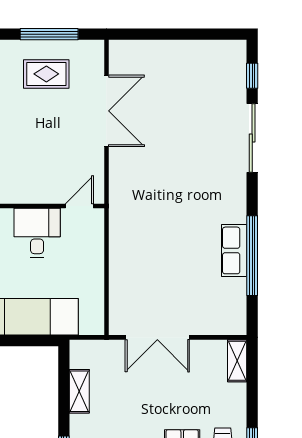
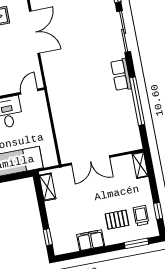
row of seats: (234, 250) -> (121, 75), moved
shelving: (79, 391) -> (48, 187), moved

